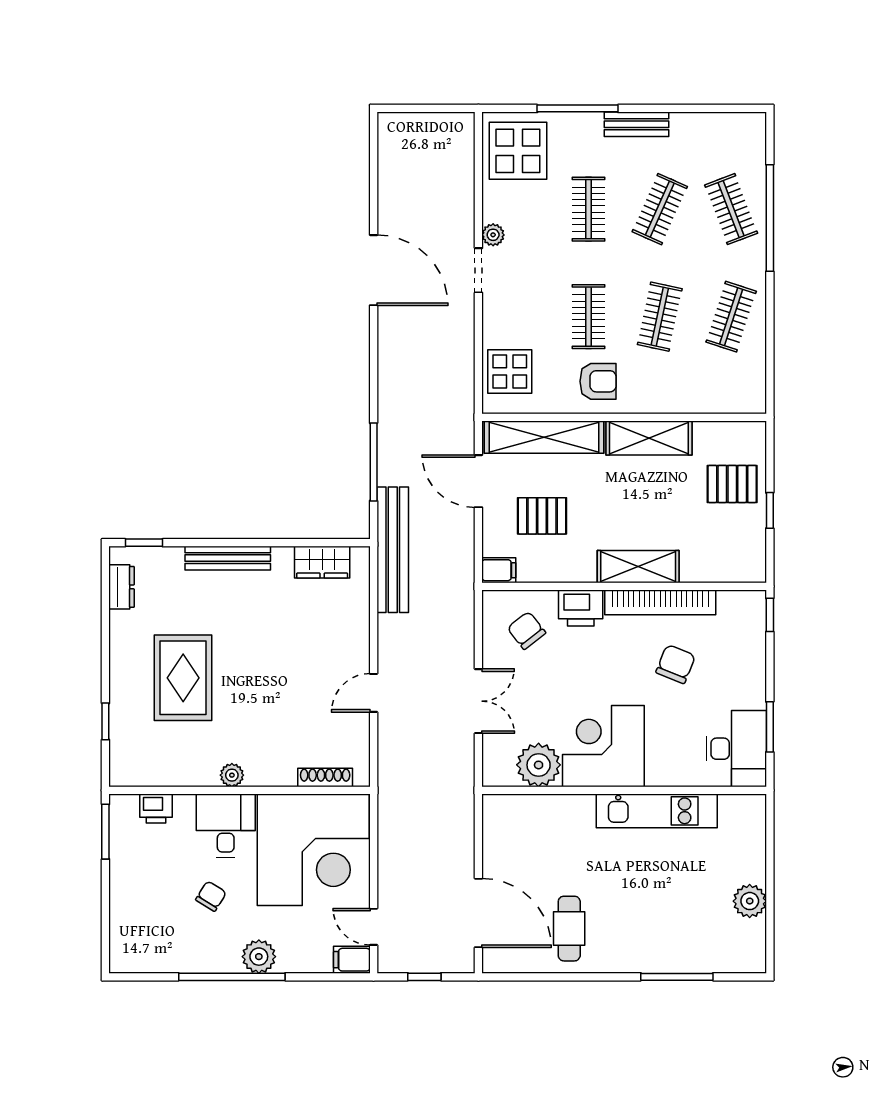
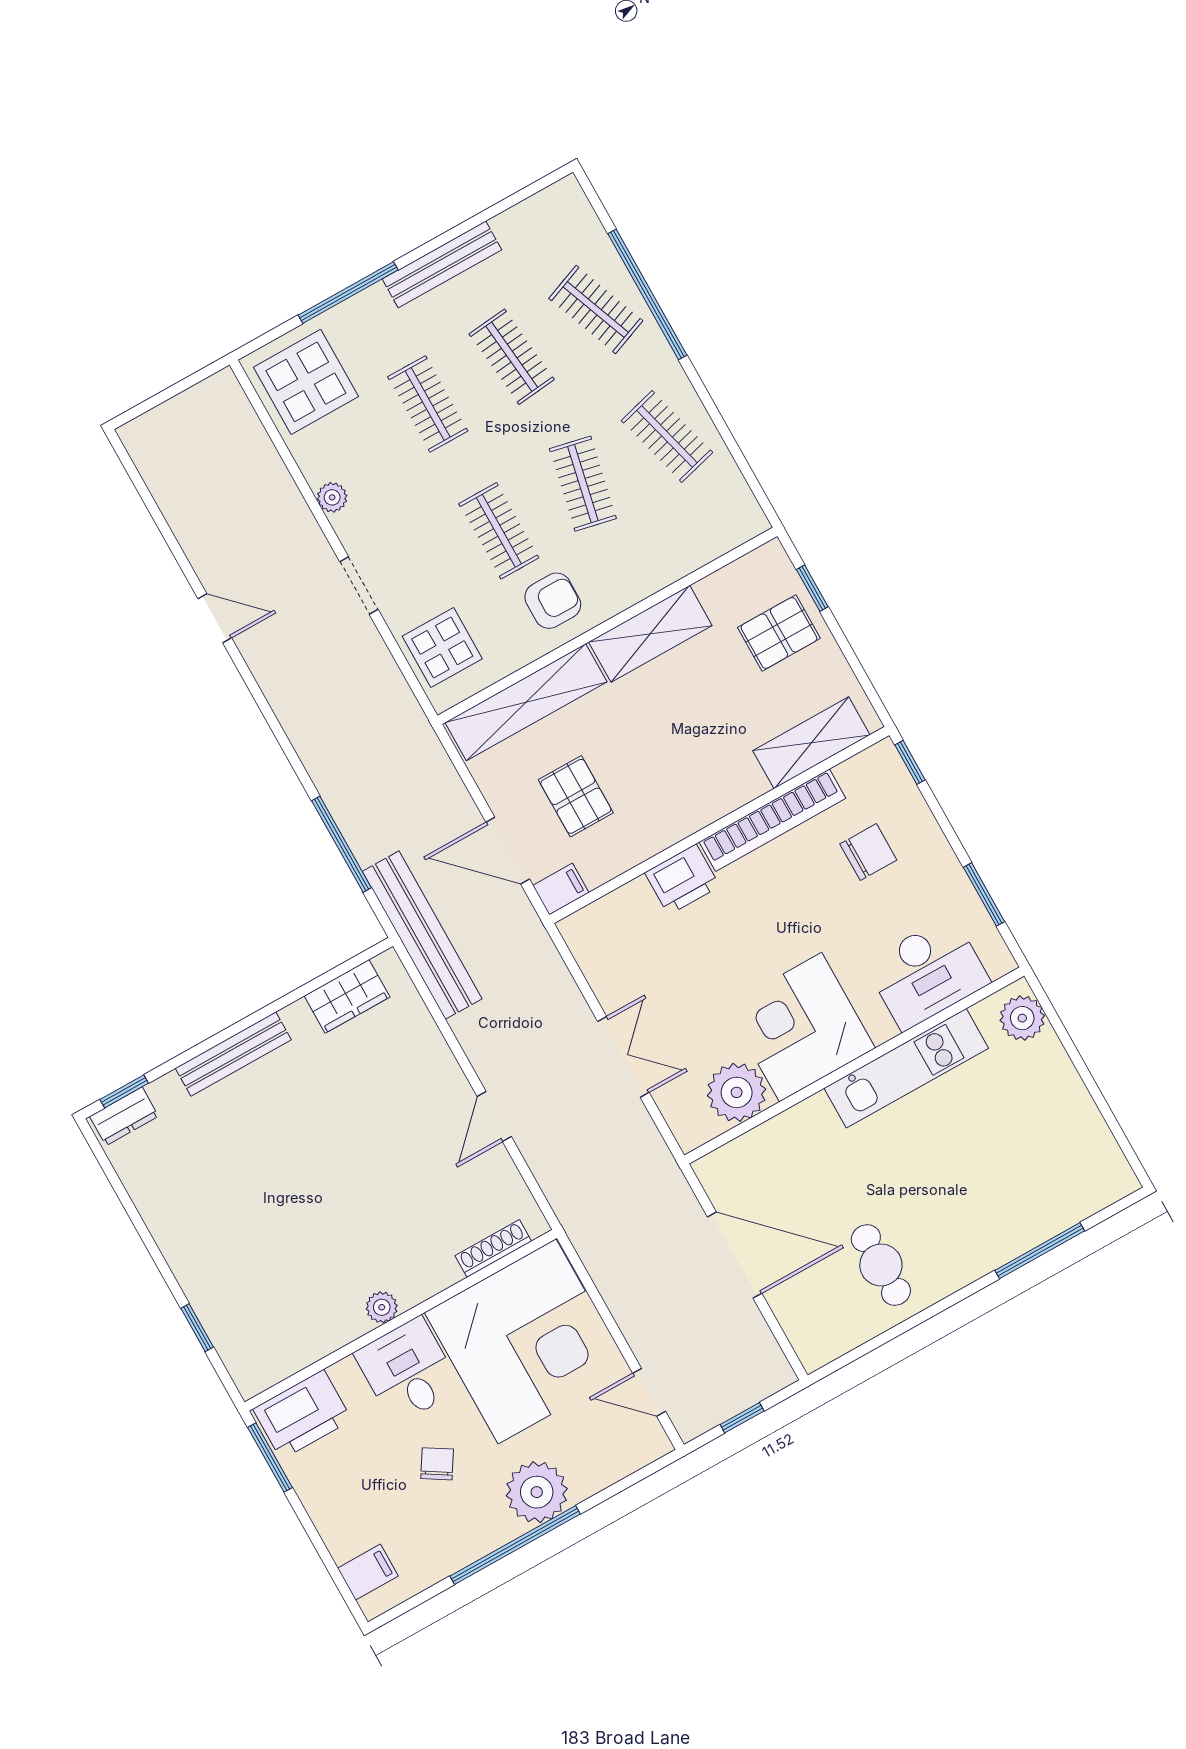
bench: (637, 124) -> (442, 264), width x1.36
clothes rail: (660, 209) -> (512, 357), turned -30
door: (374, 270) -> (215, 618), width x0.53
doorway: (478, 270) -> (359, 585), moved
clothes rail: (731, 317) -> (667, 436), turned -33
door: (478, 481) -> (508, 851), moved
window: (770, 510) -> (812, 588), moved
pallet: (542, 516) -> (576, 796), turned 90
shelving: (638, 567) -> (811, 743), moved
dresser: (122, 587) -> (124, 1116), moved, turned 90
chair: (526, 630) -> (633, 942), removed
chair: (676, 664) -> (868, 852), moved, turned 68
rug: (183, 678) -> (260, 1225), removed
desk: (736, 749) -> (927, 973), moved, turned 90
printer: (156, 808) -> (302, 1414), width x1.87, depth x1.48
plant: (750, 901) -> (1022, 1018), moved
door: (478, 913) -> (735, 1255), moved
plant: (259, 957) -> (537, 1492), width x1.36, depth x1.36
filing cabinet: (352, 960) -> (368, 1572), moved, turned 180

